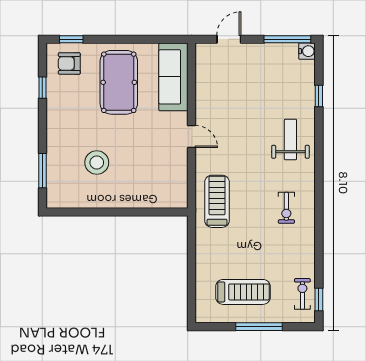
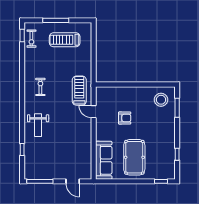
door: (229, 39) -> (73, 181), hinge flipped
water cooler: (307, 51) -> (29, 175), removed
armchair: (69, 63) -> (125, 118), moved
door: (192, 136) -> (94, 112), moved
stool: (97, 162) -> (161, 100), moved
treadmill: (217, 201) -> (79, 91), turned 180

